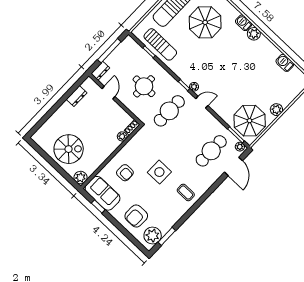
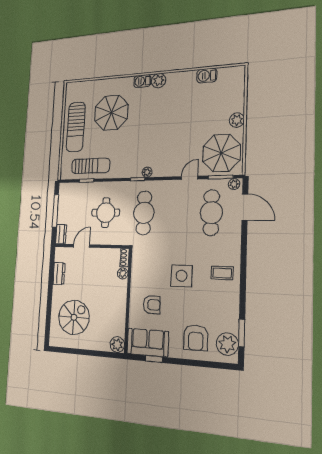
door: (109, 93) -> (82, 246), hinge flipped
door: (202, 102) -> (190, 178), moved
spiral stairs: (69, 149) -> (74, 317), moved

